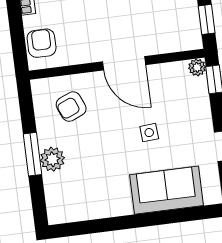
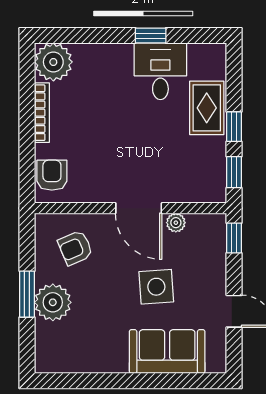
plant: (197, 67) -> (176, 223), moved
side table: (149, 133) -> (156, 287), width x1.87, depth x1.87
plant: (52, 159) -> (53, 302), width x1.36, depth x1.36

